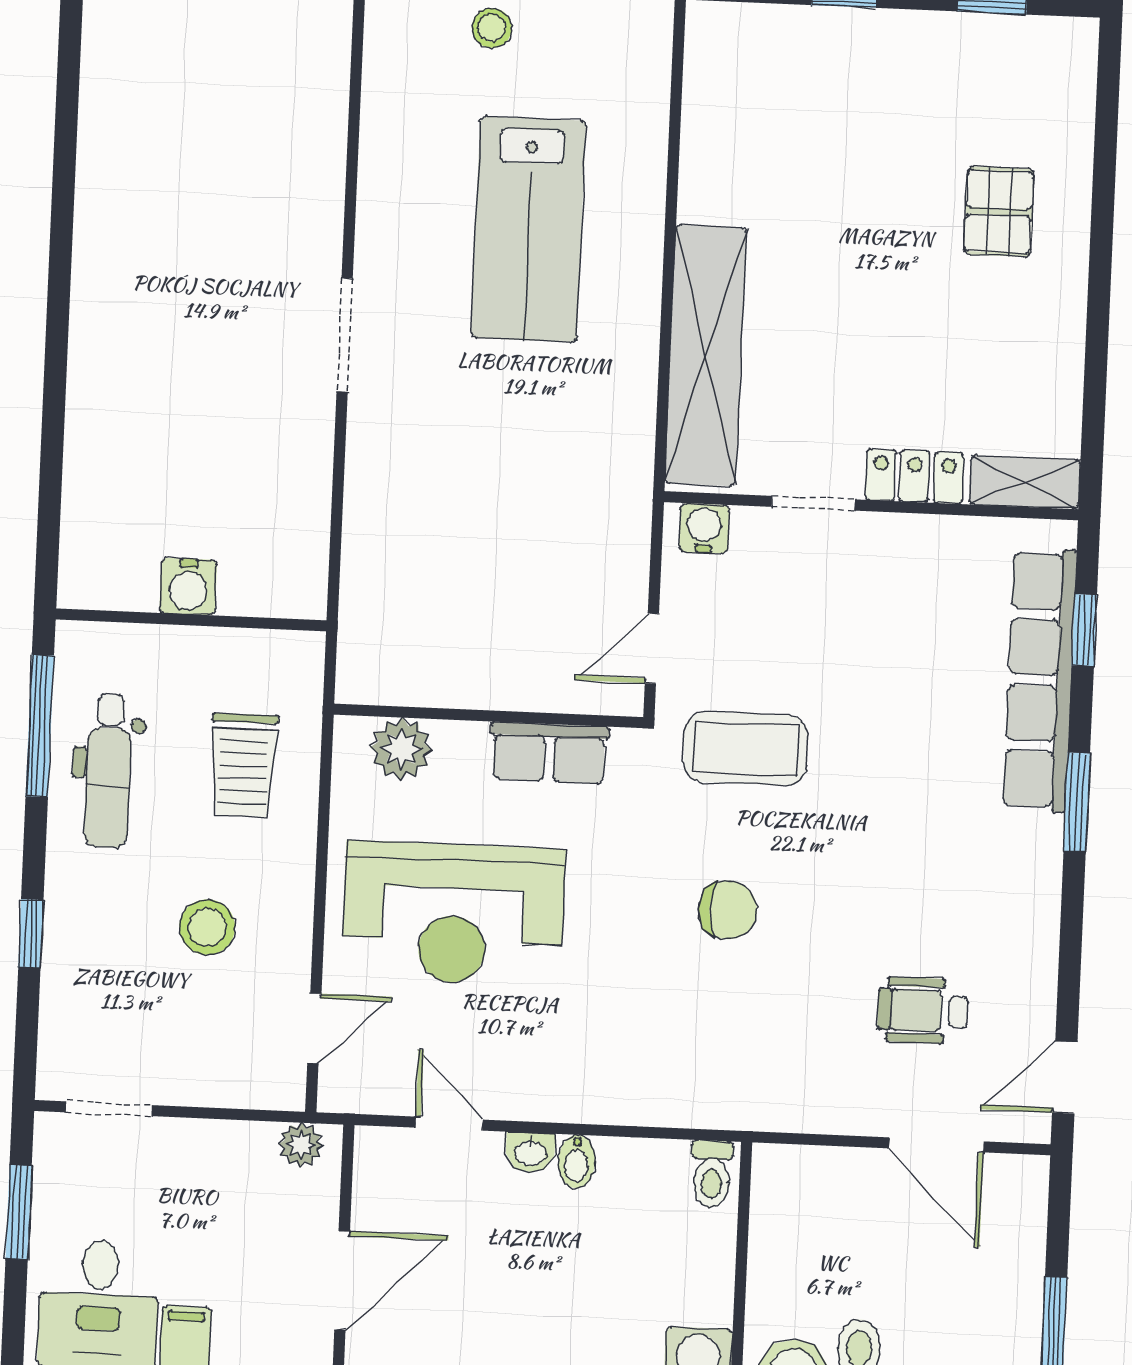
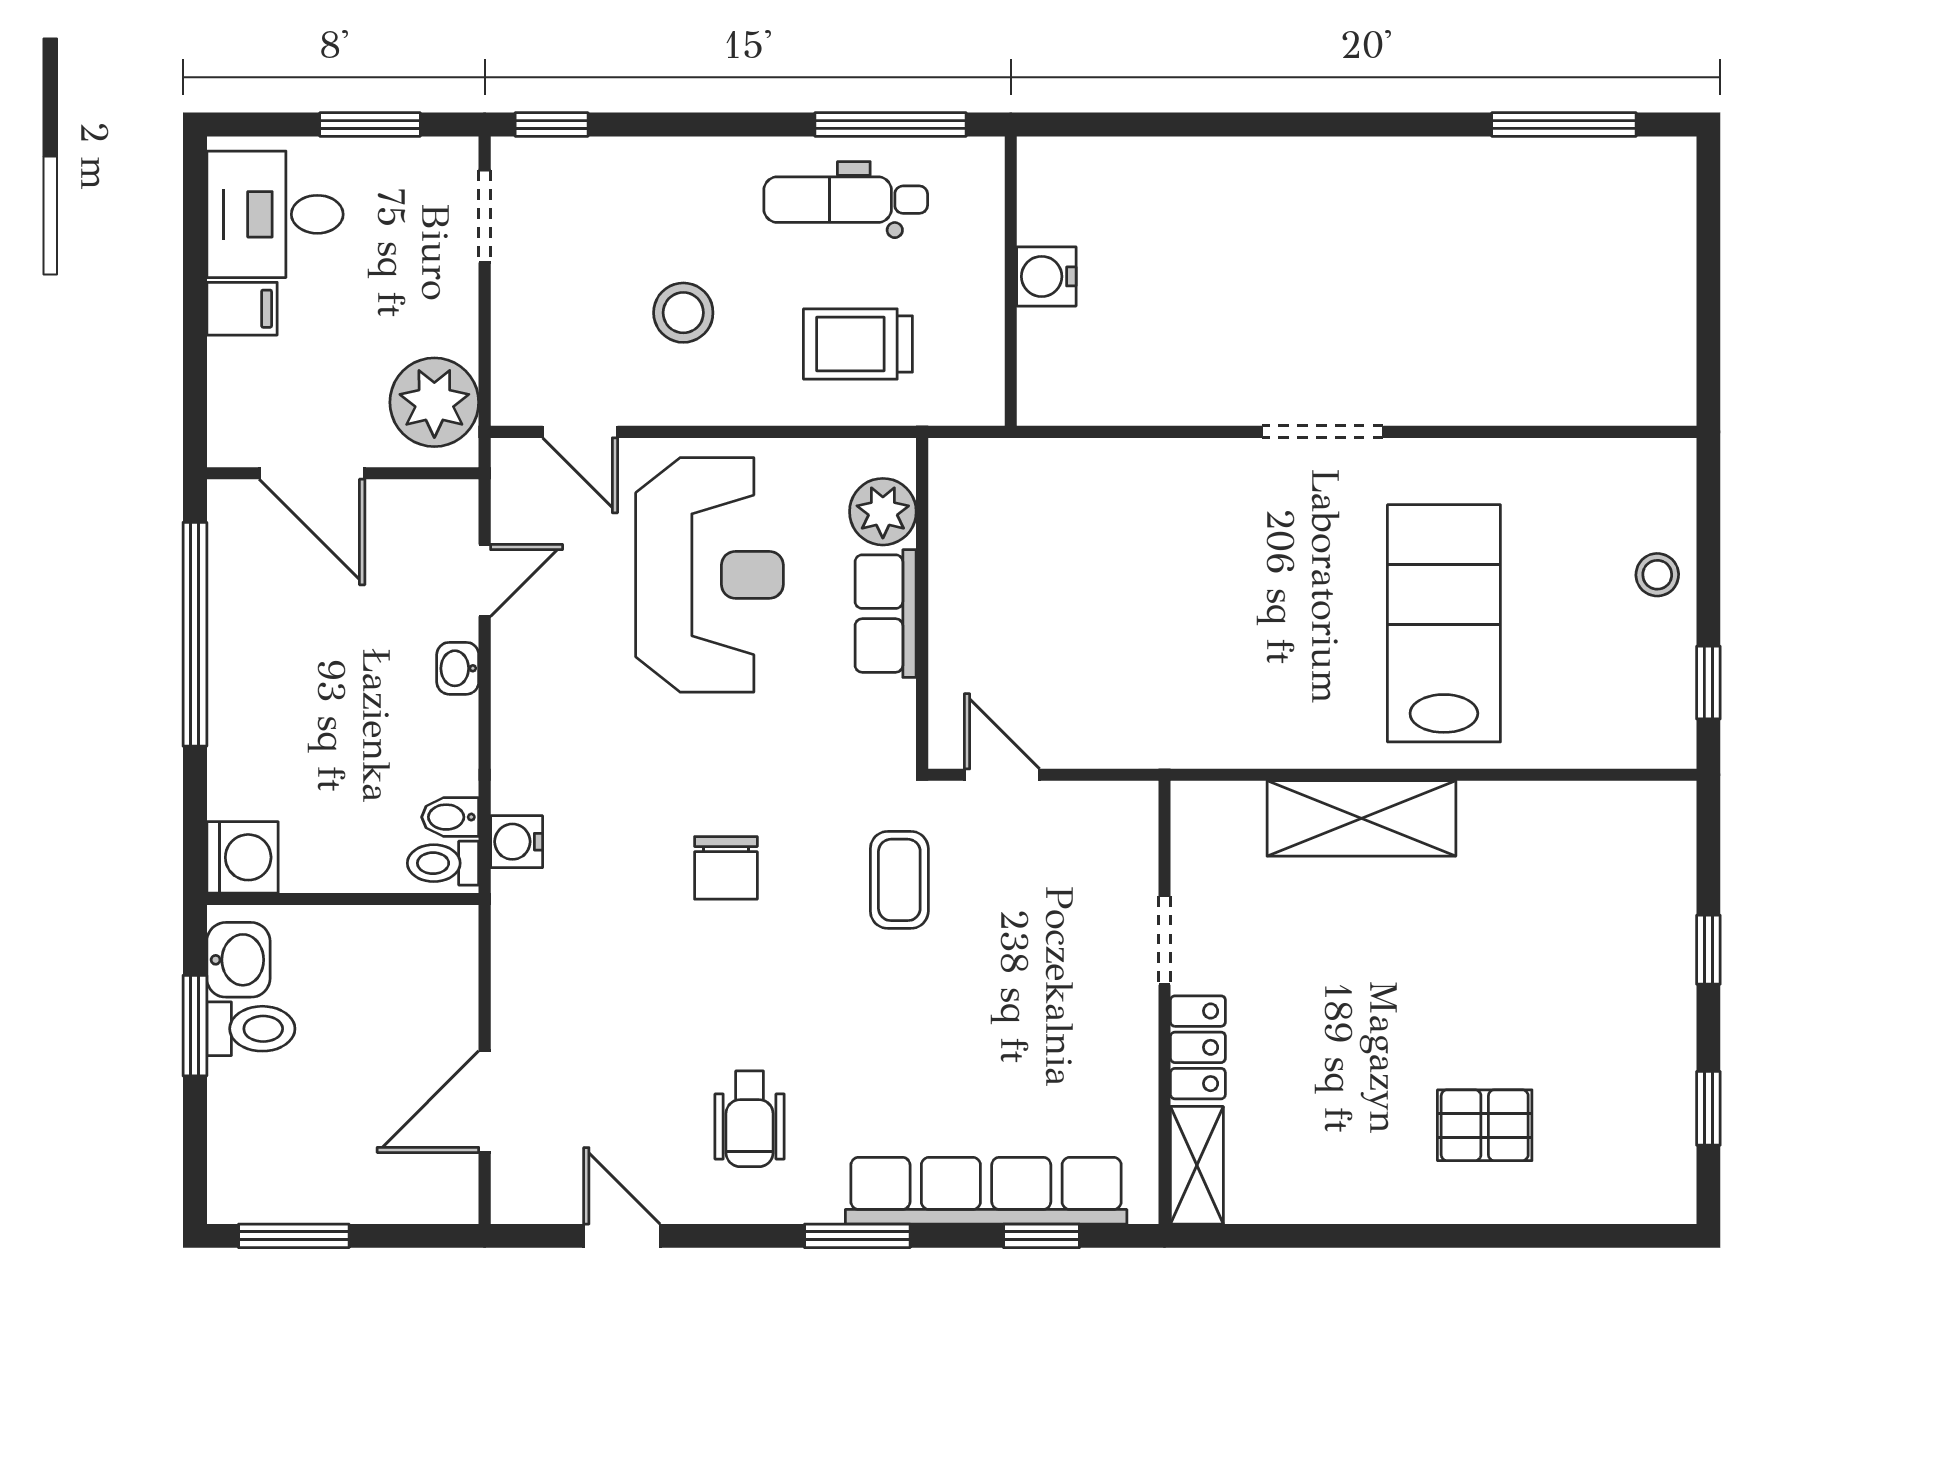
window: (67, 97) -> (1564, 124), added
lab bench: (528, 229) -> (1444, 623), turned 90
shelving: (706, 355) -> (1361, 818), width x0.68
water cooler: (704, 528) -> (517, 842), moved, turned 180
coffee table: (746, 748) -> (899, 880), width x0.73, depth x0.77
row of seats: (549, 753) -> (886, 614), moved
reception desk: (453, 913) -> (710, 575), turned 180
window: (31, 934) -> (552, 124), moved
wheelchair: (923, 1010) -> (750, 1119), moved, turned 180
door: (1065, 1077) -> (622, 1236), moved
plant: (301, 1145) -> (434, 402), width x1.88, depth x1.88
bidet: (577, 1161) -> (450, 817), moved

